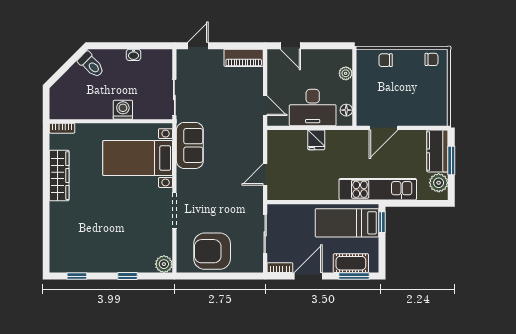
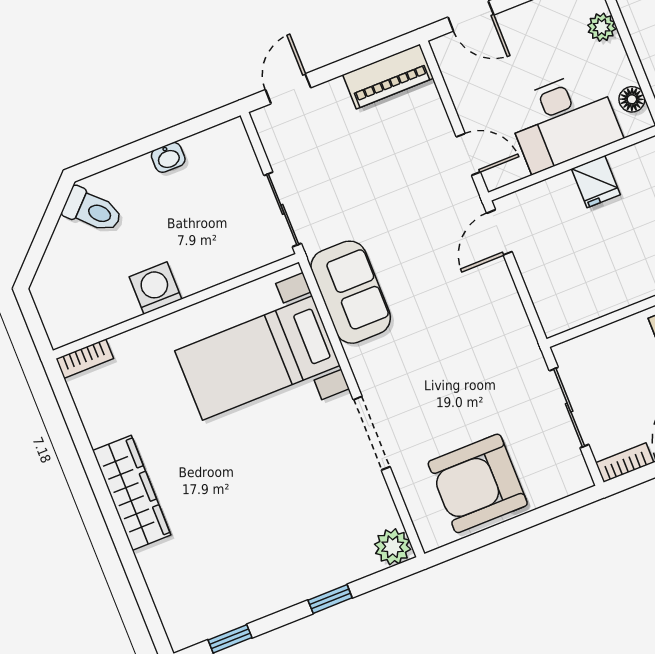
washing machine: (123, 110) -> (156, 288), moved
door: (265, 174) -> (499, 232), moved
wardrobe: (59, 176) -> (132, 493), moved

